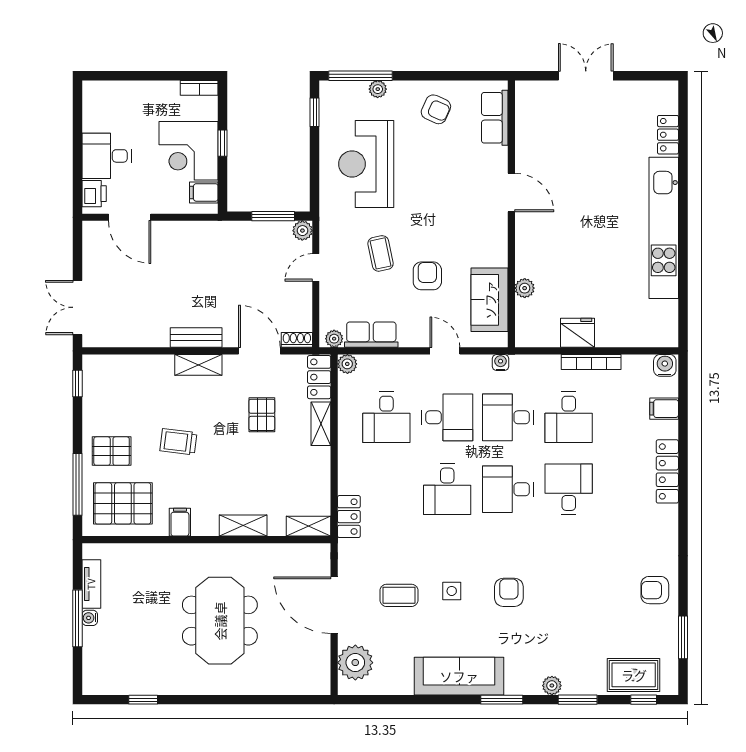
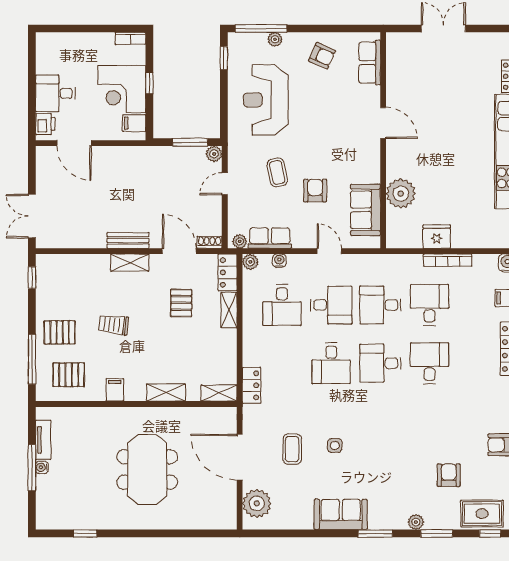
plant: (525, 288) -> (401, 194), width x1.88, depth x1.88
water cooler: (501, 362) -> (279, 261), moved
desk: (569, 417) -> (430, 305), turned 180
pallet: (123, 503) -> (69, 375), width x0.67, depth x0.71
armchair: (509, 592) -> (449, 475), moved
coffee table: (399, 595) -> (292, 449), turned 90
sofa: (459, 676) -> (341, 514), width x0.73

